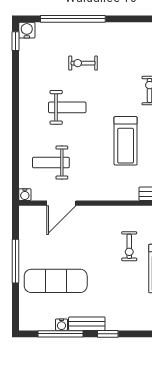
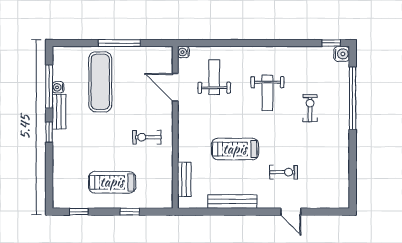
exercise bike: (129, 246) -> (147, 137), moved

